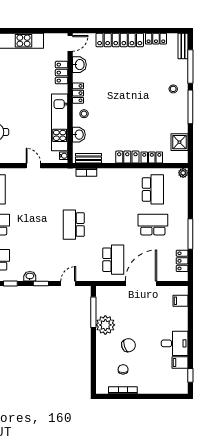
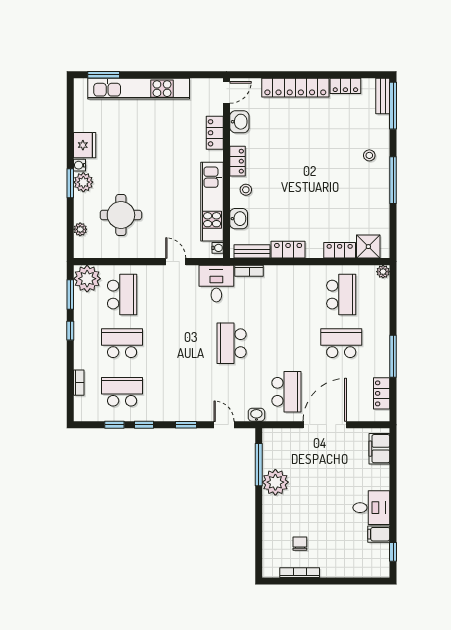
window: (190, 67) -> (393, 106), moved
shower: (179, 142) -> (368, 247), moved
locker: (127, 157) -> (288, 250), moved
desk: (63, 181) -> (216, 284), added
washbasin: (30, 276) -> (256, 415), moved
door: (68, 283) -> (224, 425), hinge flipped
filing cabinet: (180, 301) -> (379, 449), width x2.00
chair: (128, 345) -> (307, 510), removed

